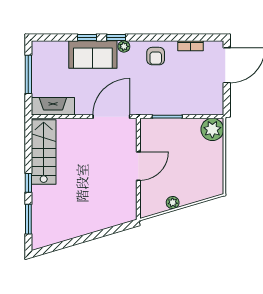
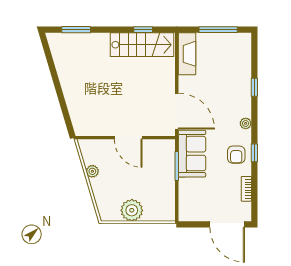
window: (116, 38) -> (254, 153), moved
sofa: (93, 55) -> (192, 154), moved, turned 180
armchair: (156, 56) -> (236, 155), turned -90
plant: (212, 129) -> (132, 210), moved
window: (28, 183) -> (143, 30), moved

